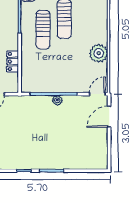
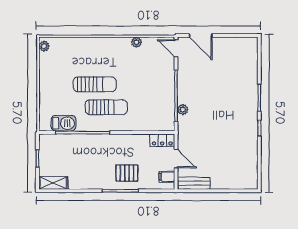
plant: (99, 53) -> (136, 42), width x0.53, depth x0.53
locker: (13, 61) -> (162, 140), moved
plant: (57, 100) -> (183, 110), moved

